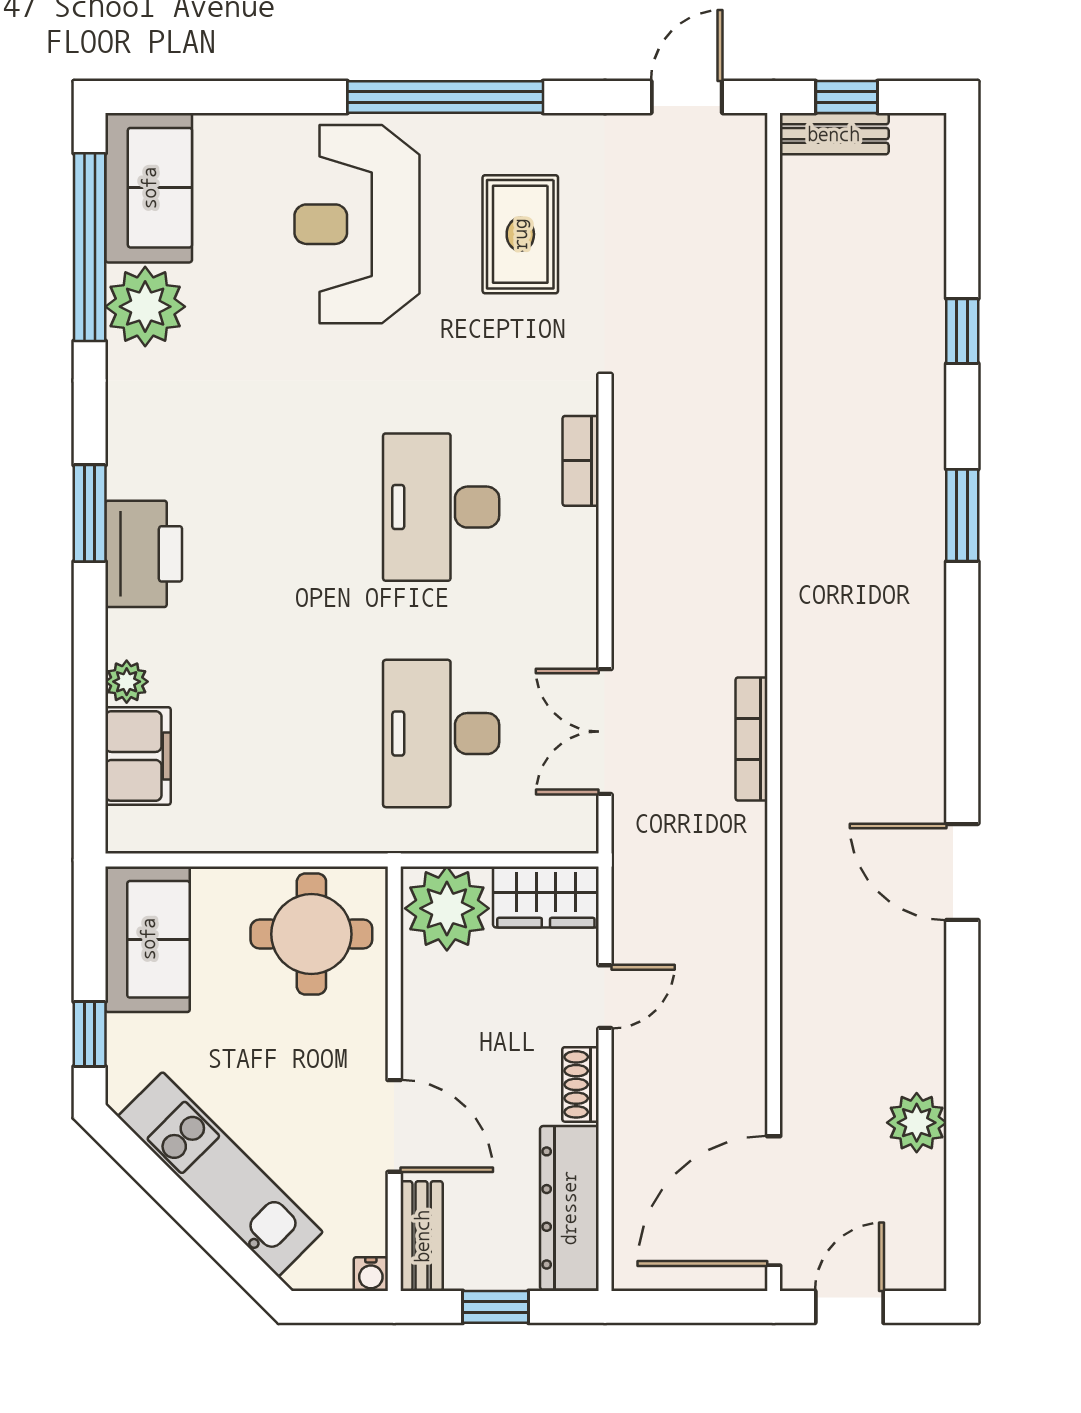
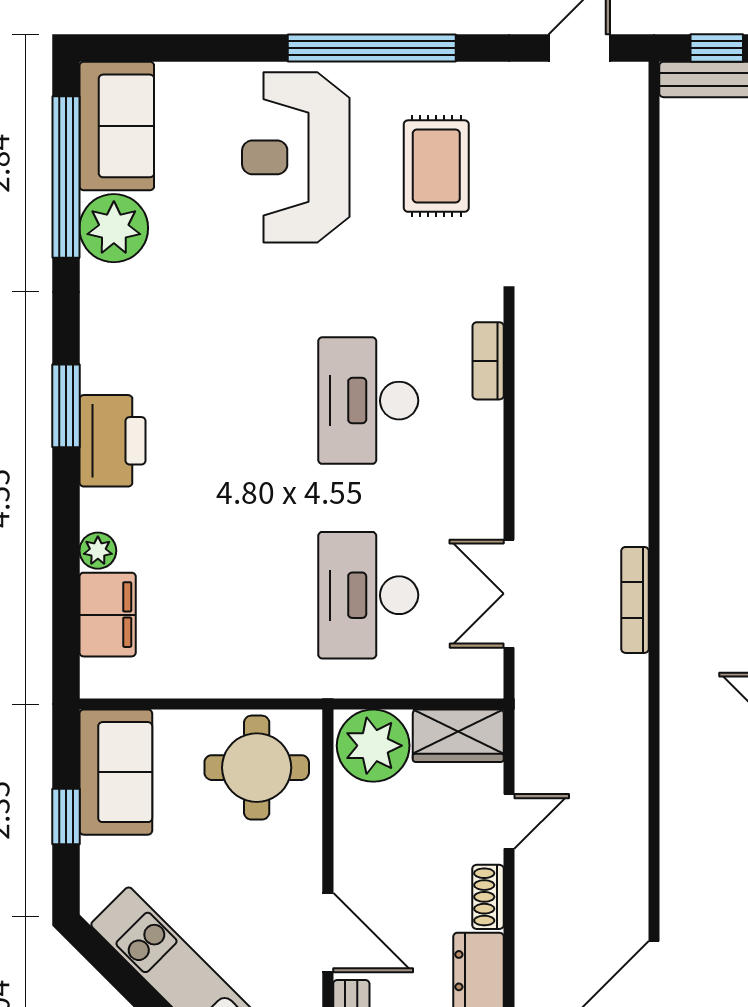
window: (90, 1034) -> (66, 817), moved

